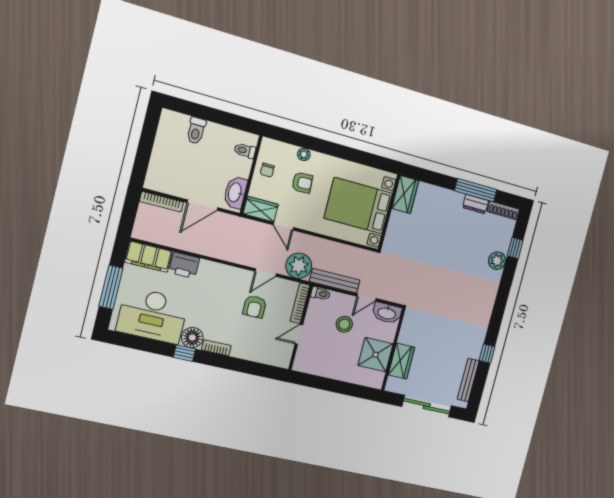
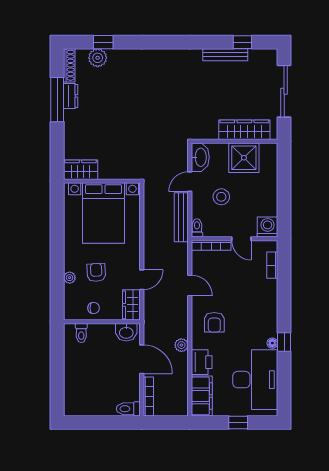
toilet: (196, 131) -> (128, 409), moved, turned 180
washbasin: (235, 192) -> (126, 332), width x0.72
plant: (497, 261) -> (98, 58), moved
plant: (299, 266) -> (181, 345), moved, width x0.53, depth x0.53
window: (111, 287) -> (238, 422), width x0.46
door: (367, 297) -> (190, 182), swing flipped
armchair: (255, 307) -> (214, 322), moved, turned 90
floor lamp: (192, 338) -> (272, 343), width x0.53, depth x0.53
bookcase: (216, 348) -> (272, 265), moved
window: (487, 354) -> (242, 42), moved
wardrobe: (401, 361) -> (244, 130), width x1.50
washing machine: (304, 362) -> (268, 227), added
bench: (468, 380) -> (225, 55), moved

